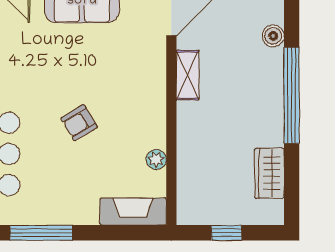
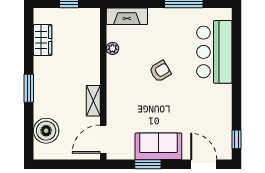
boiler: (273, 36) -> (46, 131), width x1.86, depth x1.86
window: (292, 95) -> (29, 88), width x0.47

